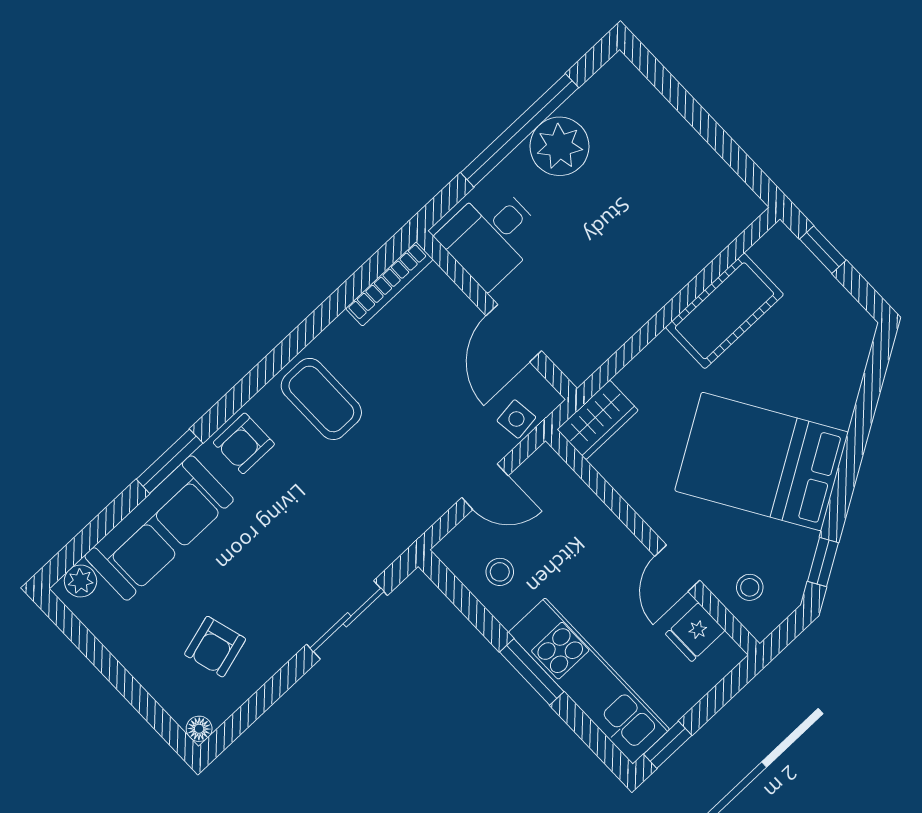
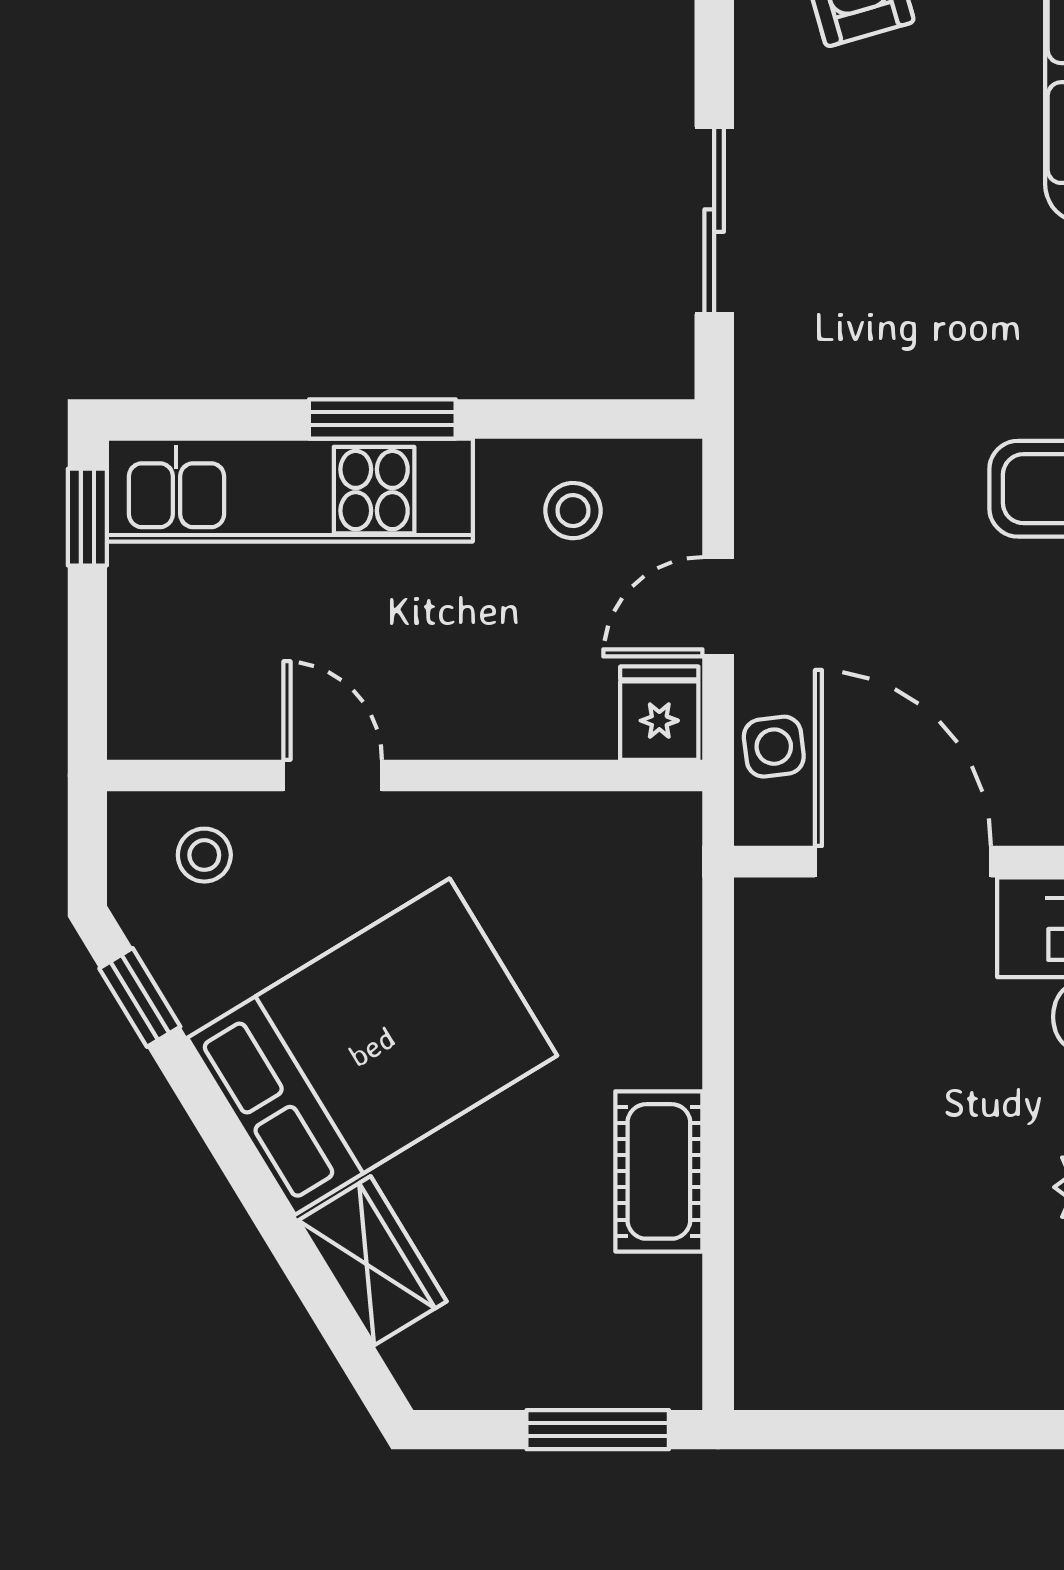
window: (823, 250) -> (598, 1430), width x1.50
cot: (724, 311) -> (659, 1171), width x0.73, depth x0.75
door: (514, 333) -> (903, 862), width x1.36
wardrobe: (598, 420) -> (372, 1261), moved, turned 149
fridge: (695, 632) -> (659, 713), moved

